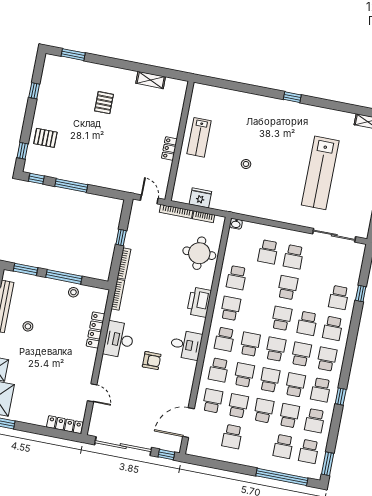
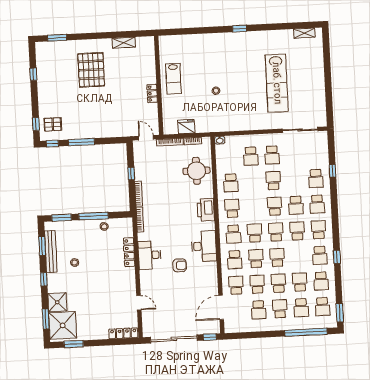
pallet: (104, 103) -> (91, 70), width x2.05, depth x2.00
pallet: (45, 138) -> (53, 124), moved
desk: (186, 345) -> (204, 246), width x1.37
school desk: (295, 385) -> (280, 309), moved

